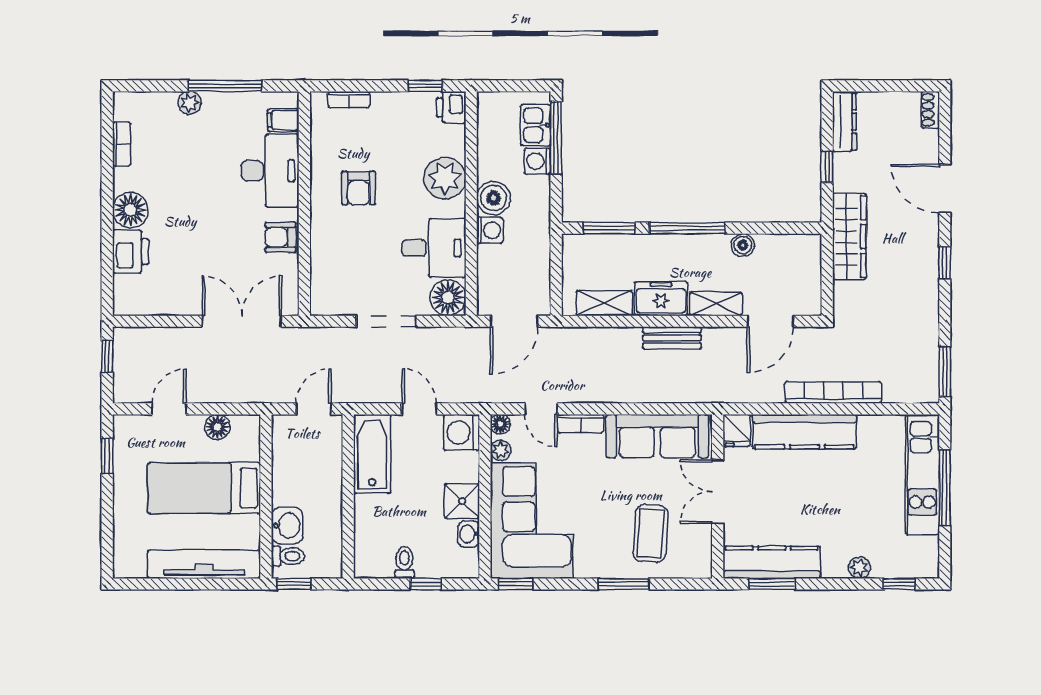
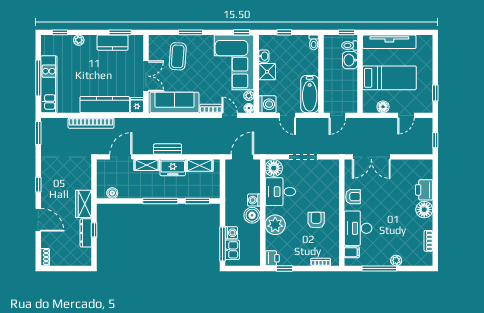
dresser: (844, 122) -> (86, 233), moved
wardrobe: (849, 237) -> (83, 204), width x0.67
boiler: (743, 245) -> (112, 193), moved
kitchen counter: (772, 562) -> (113, 43), width x0.67
toilet: (404, 563) -> (314, 42), moved

